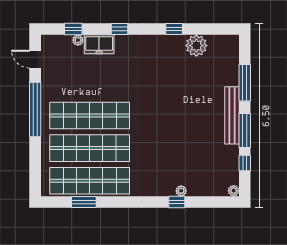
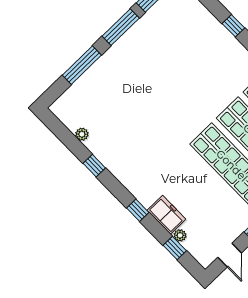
plant: (196, 46) -> (82, 134), width x0.53, depth x0.53
bench: (232, 115) -> (119, 50), removed
plant: (181, 191) -> (221, 31), removed

